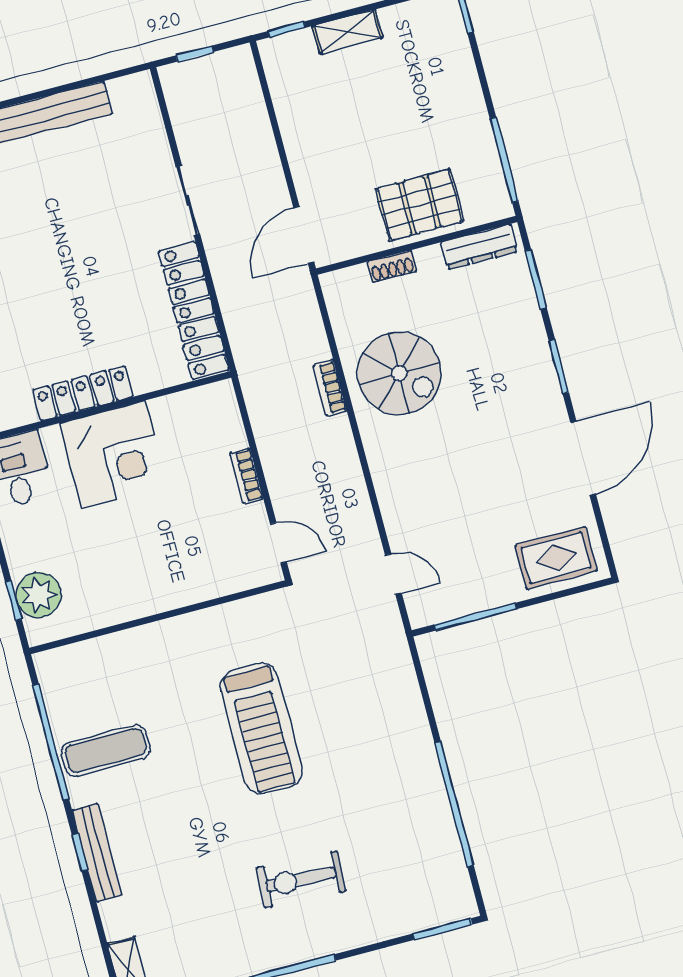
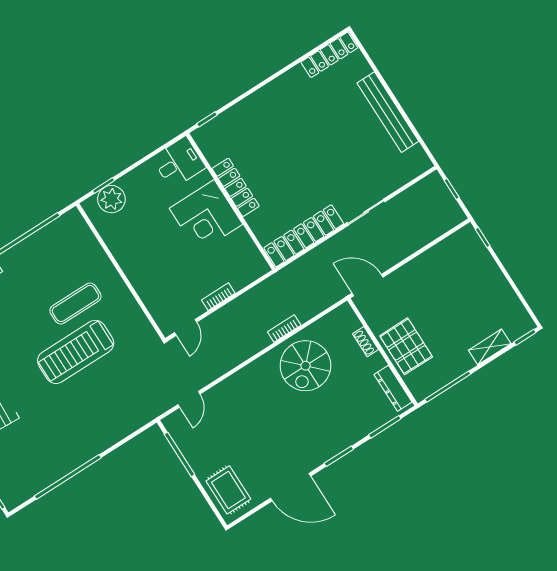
shelving: (347, 32) -> (490, 347), moved, turned 90
exercise mat: (106, 750) -> (75, 303), moved, turned 90

